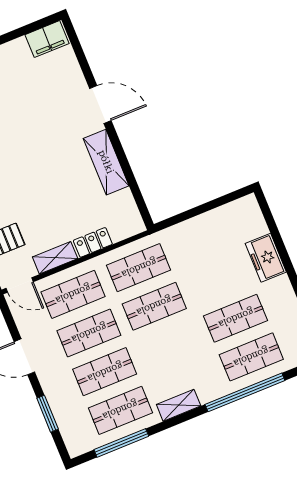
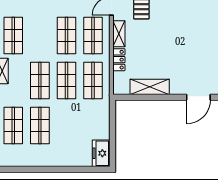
shelving: (106, 162) -> (150, 87), moved
freezer: (266, 258) -> (101, 153), moved, turned -90
shop shelf: (105, 372) -> (40, 80), moved

